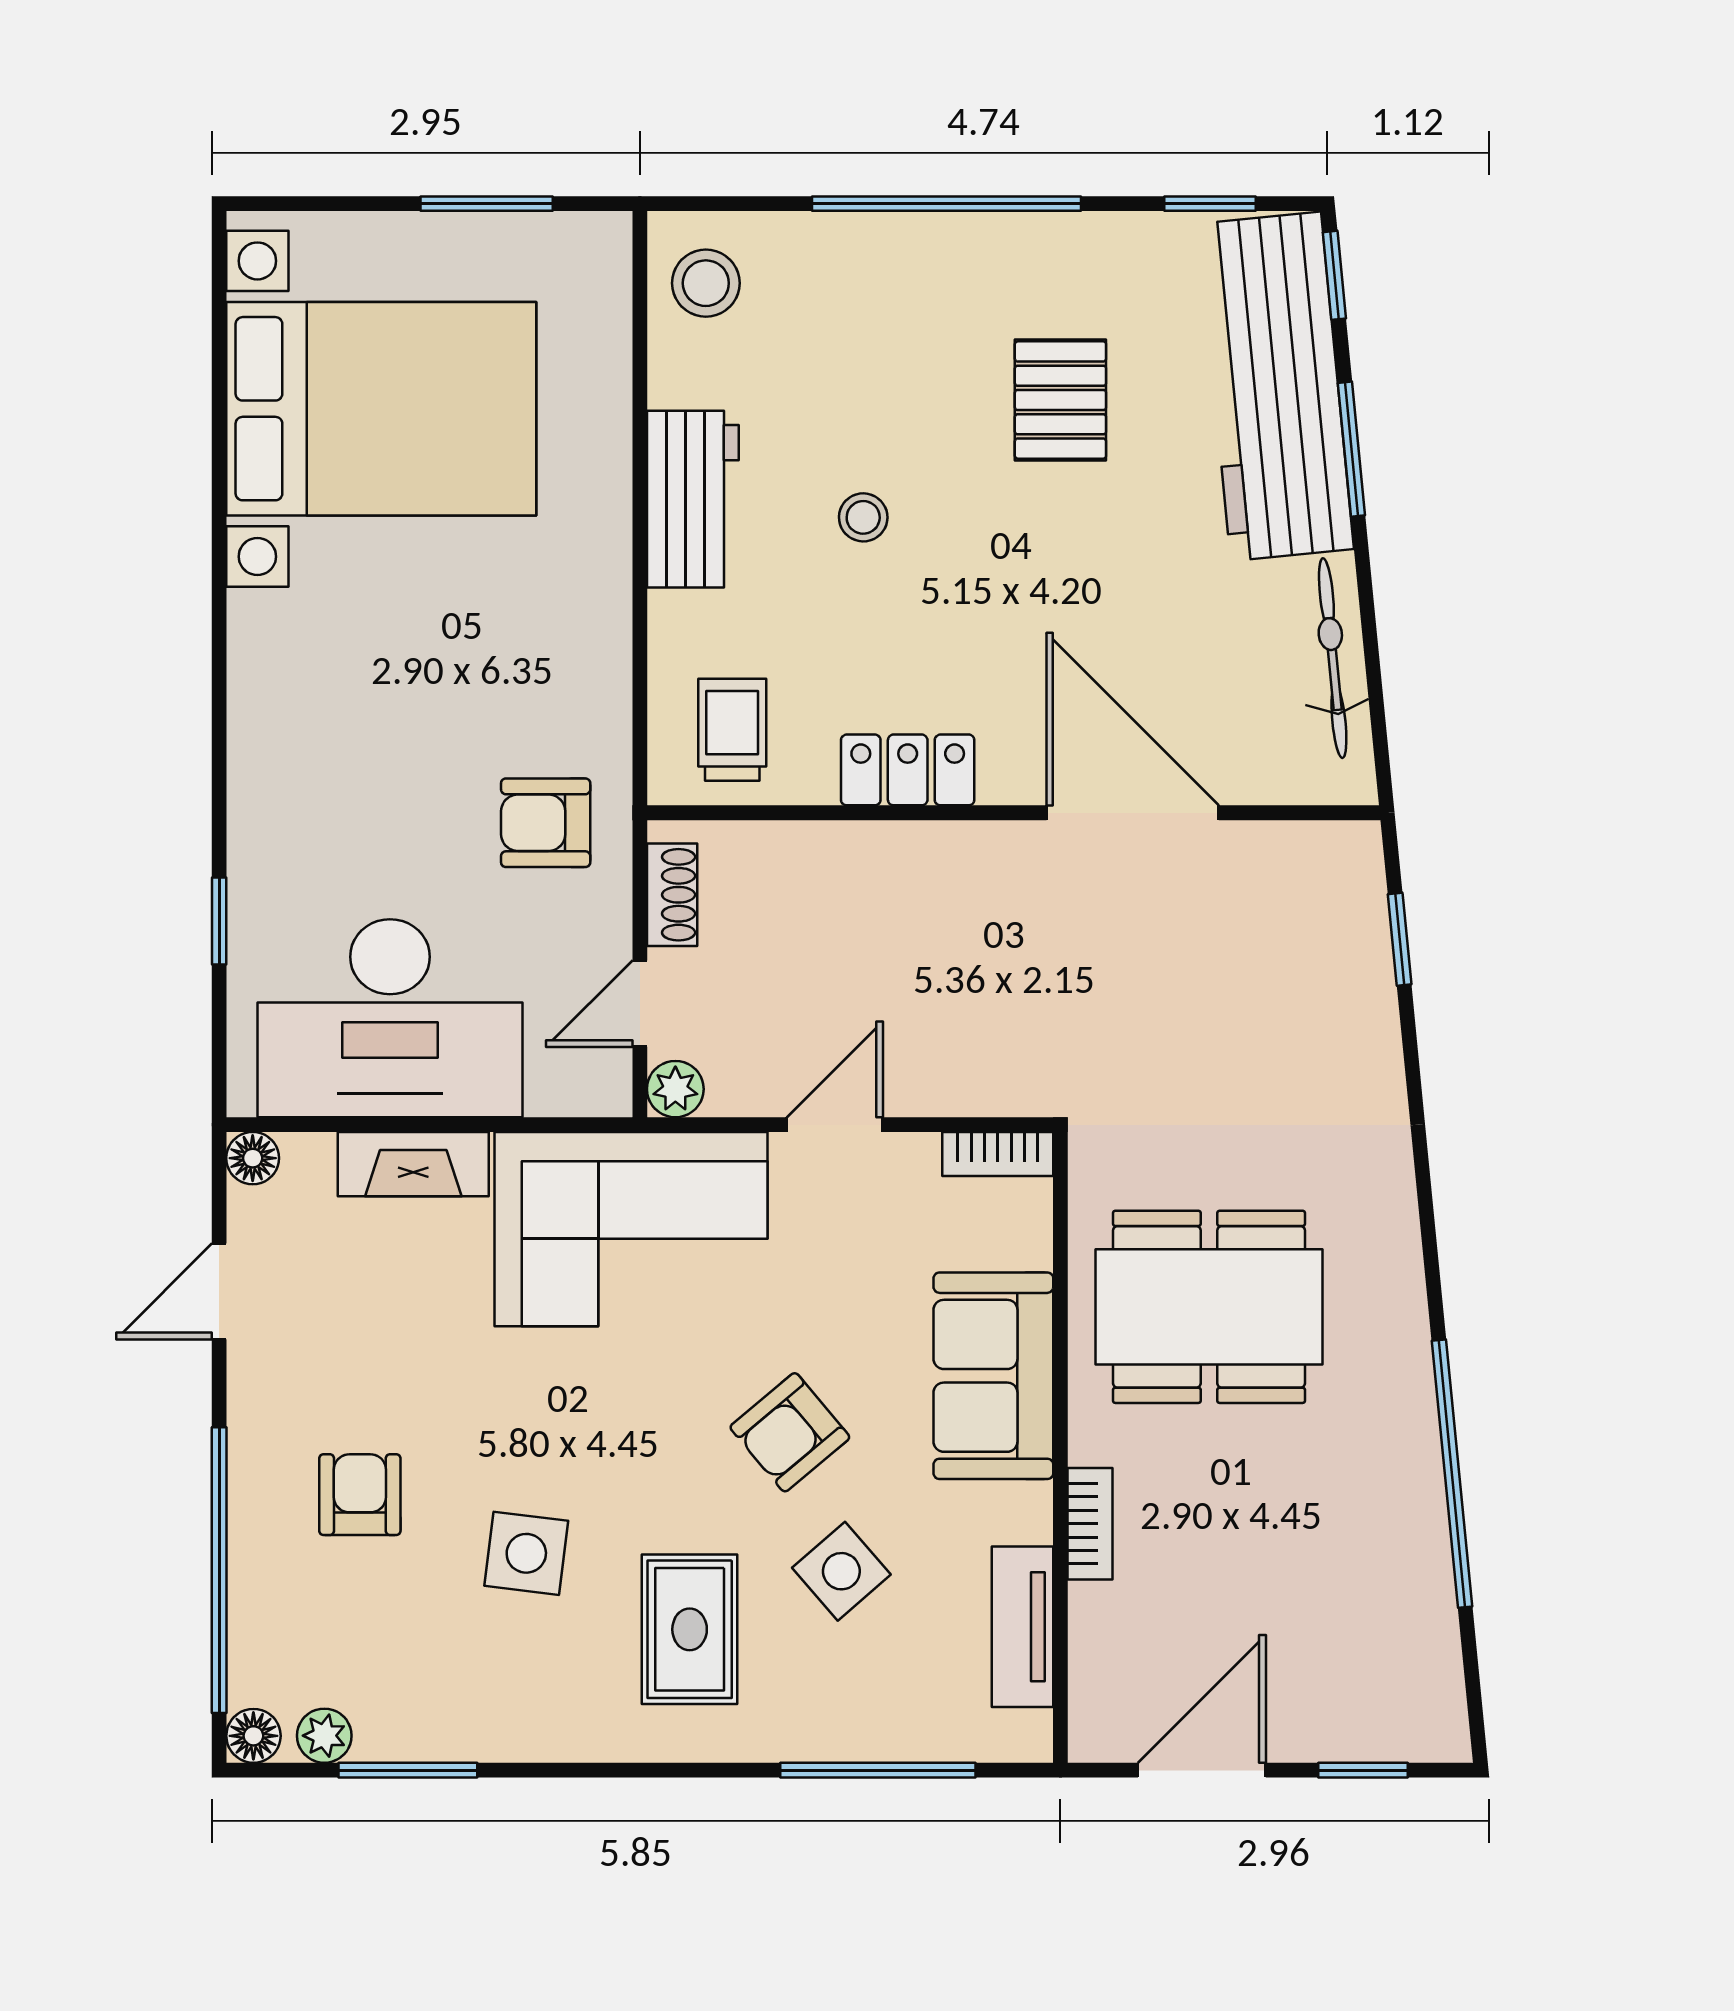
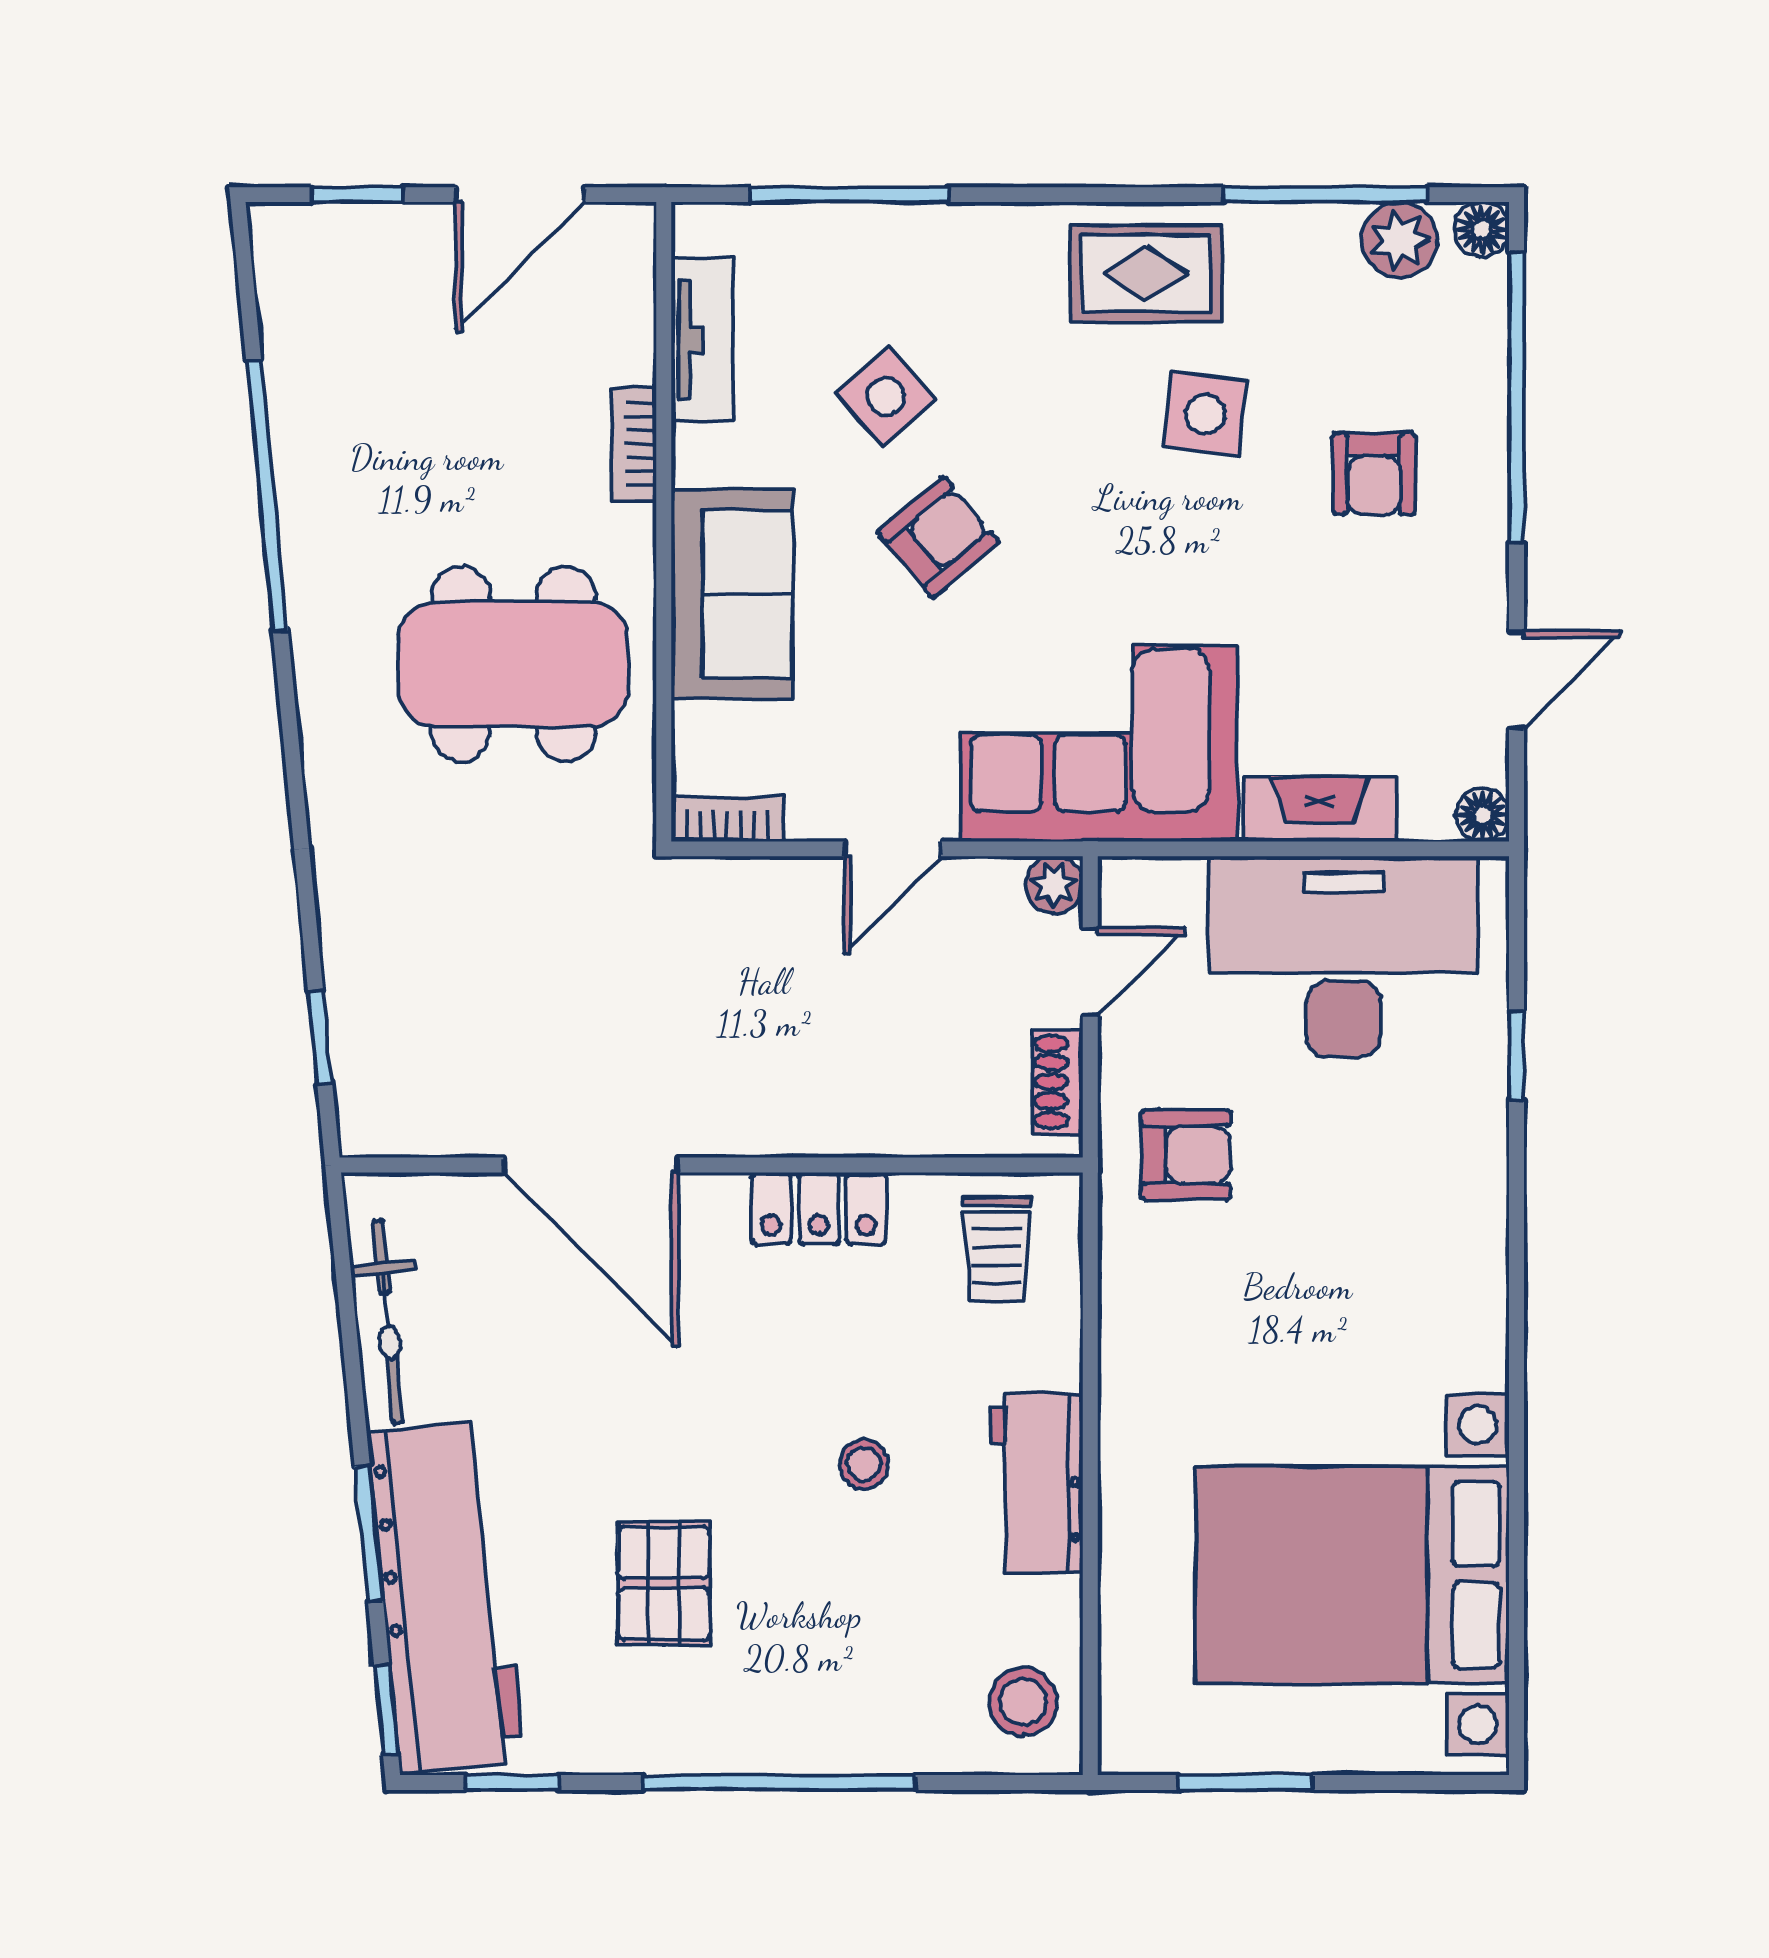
rug: (690, 1629) -> (1146, 274), moved, turned 90
plant: (324, 1736) -> (1400, 240), width x1.38, depth x1.38
window: (408, 1770) -> (1325, 195), width x1.44

